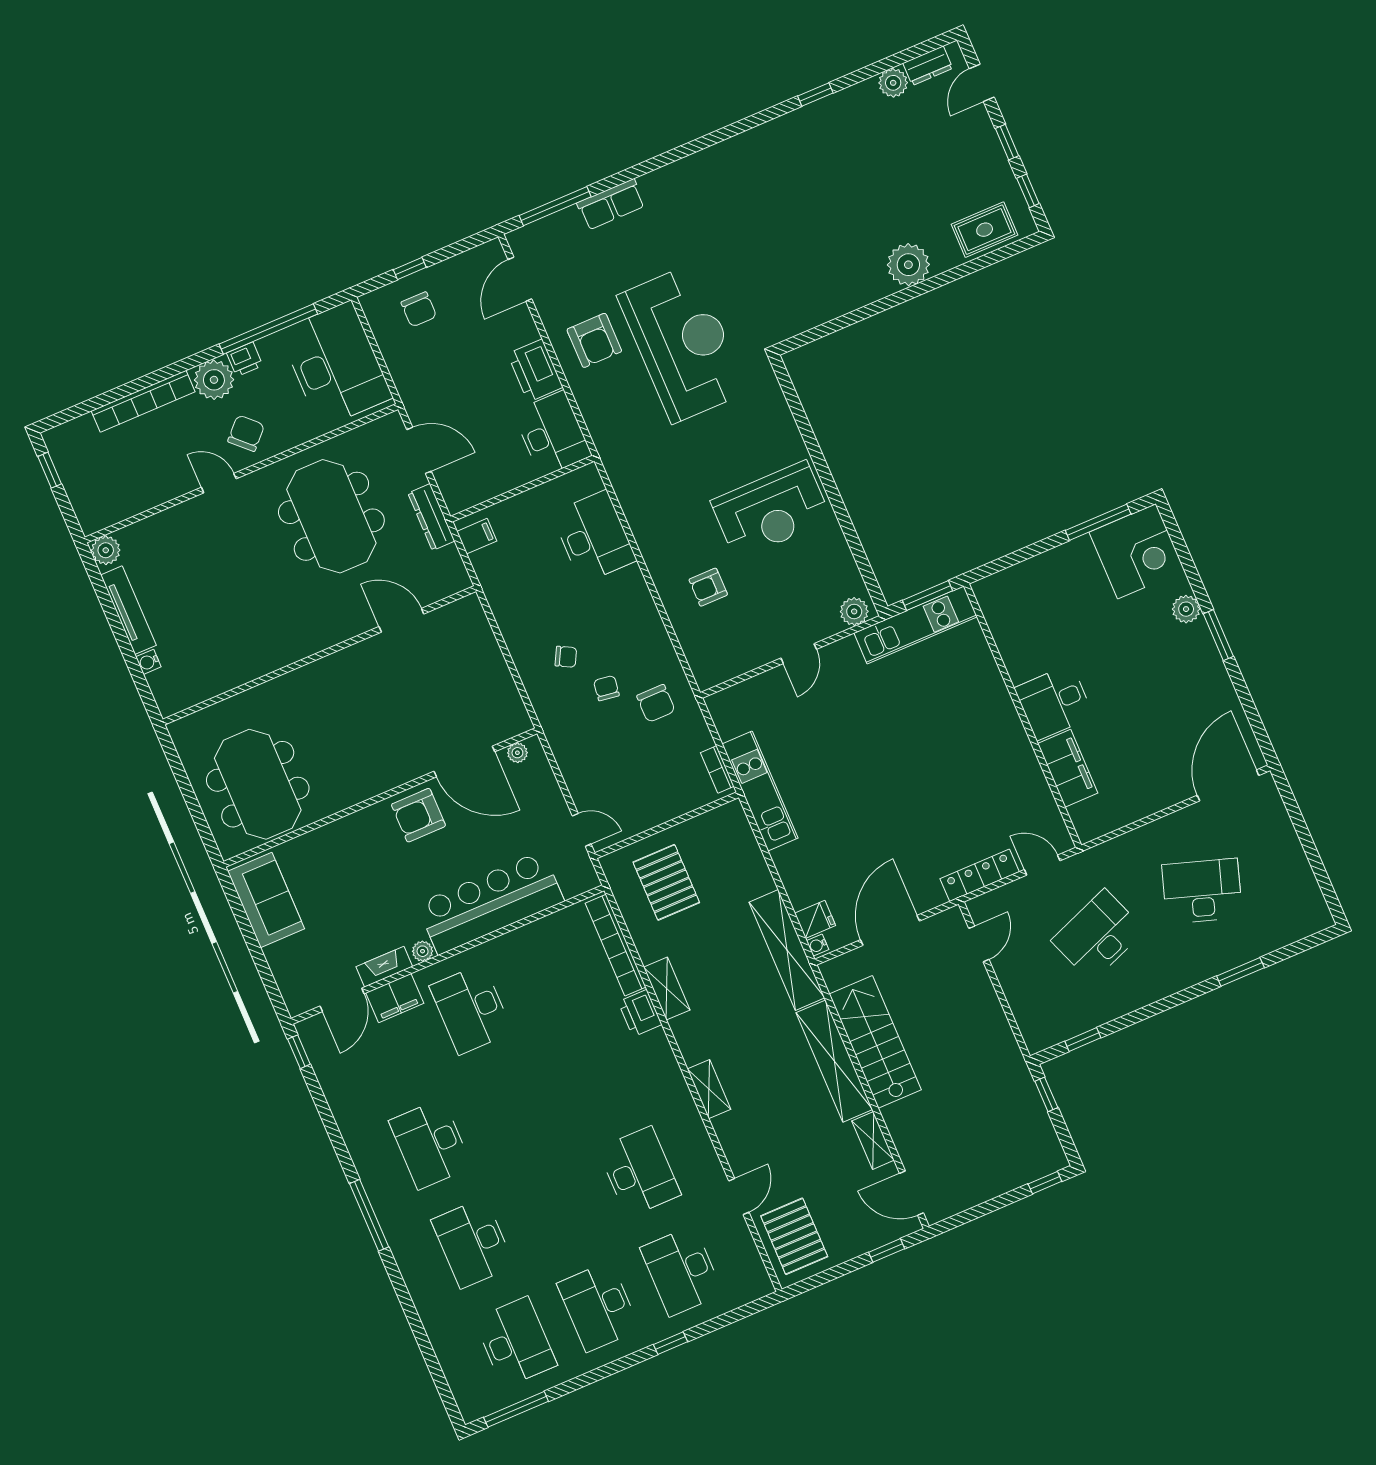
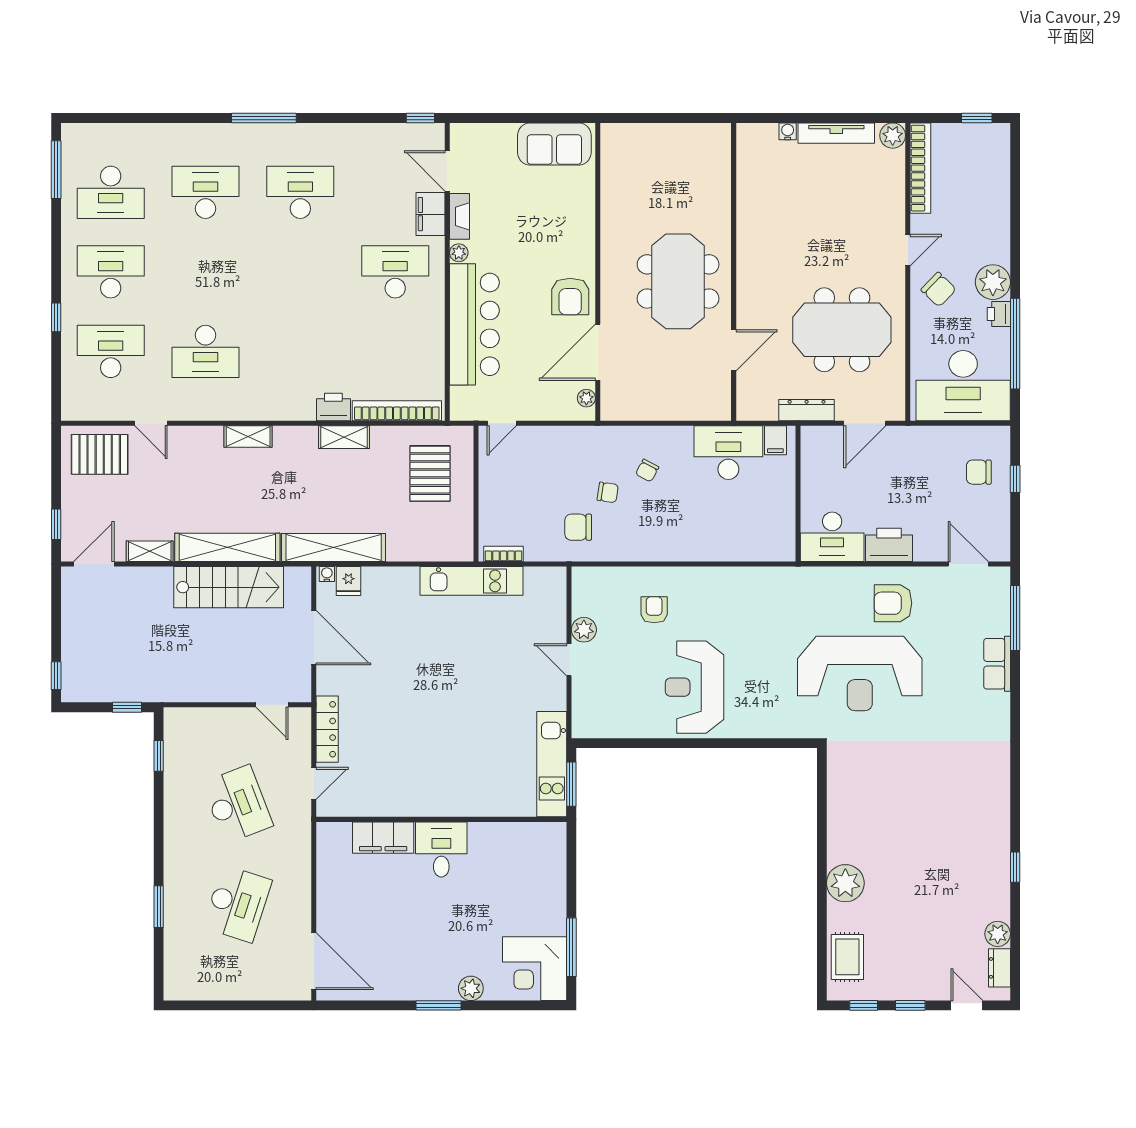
bookcase: (143, 401) -> (920, 168), moved, turned 180
desk: (594, 537) -> (728, 453), moved, turned 180
plant: (854, 611) -> (584, 630), moved
meeting table: (258, 784) -> (678, 281), moved, turned 90
armchair: (418, 815) -> (570, 297), turned 180
pallet: (666, 882) -> (430, 474), turned 90

